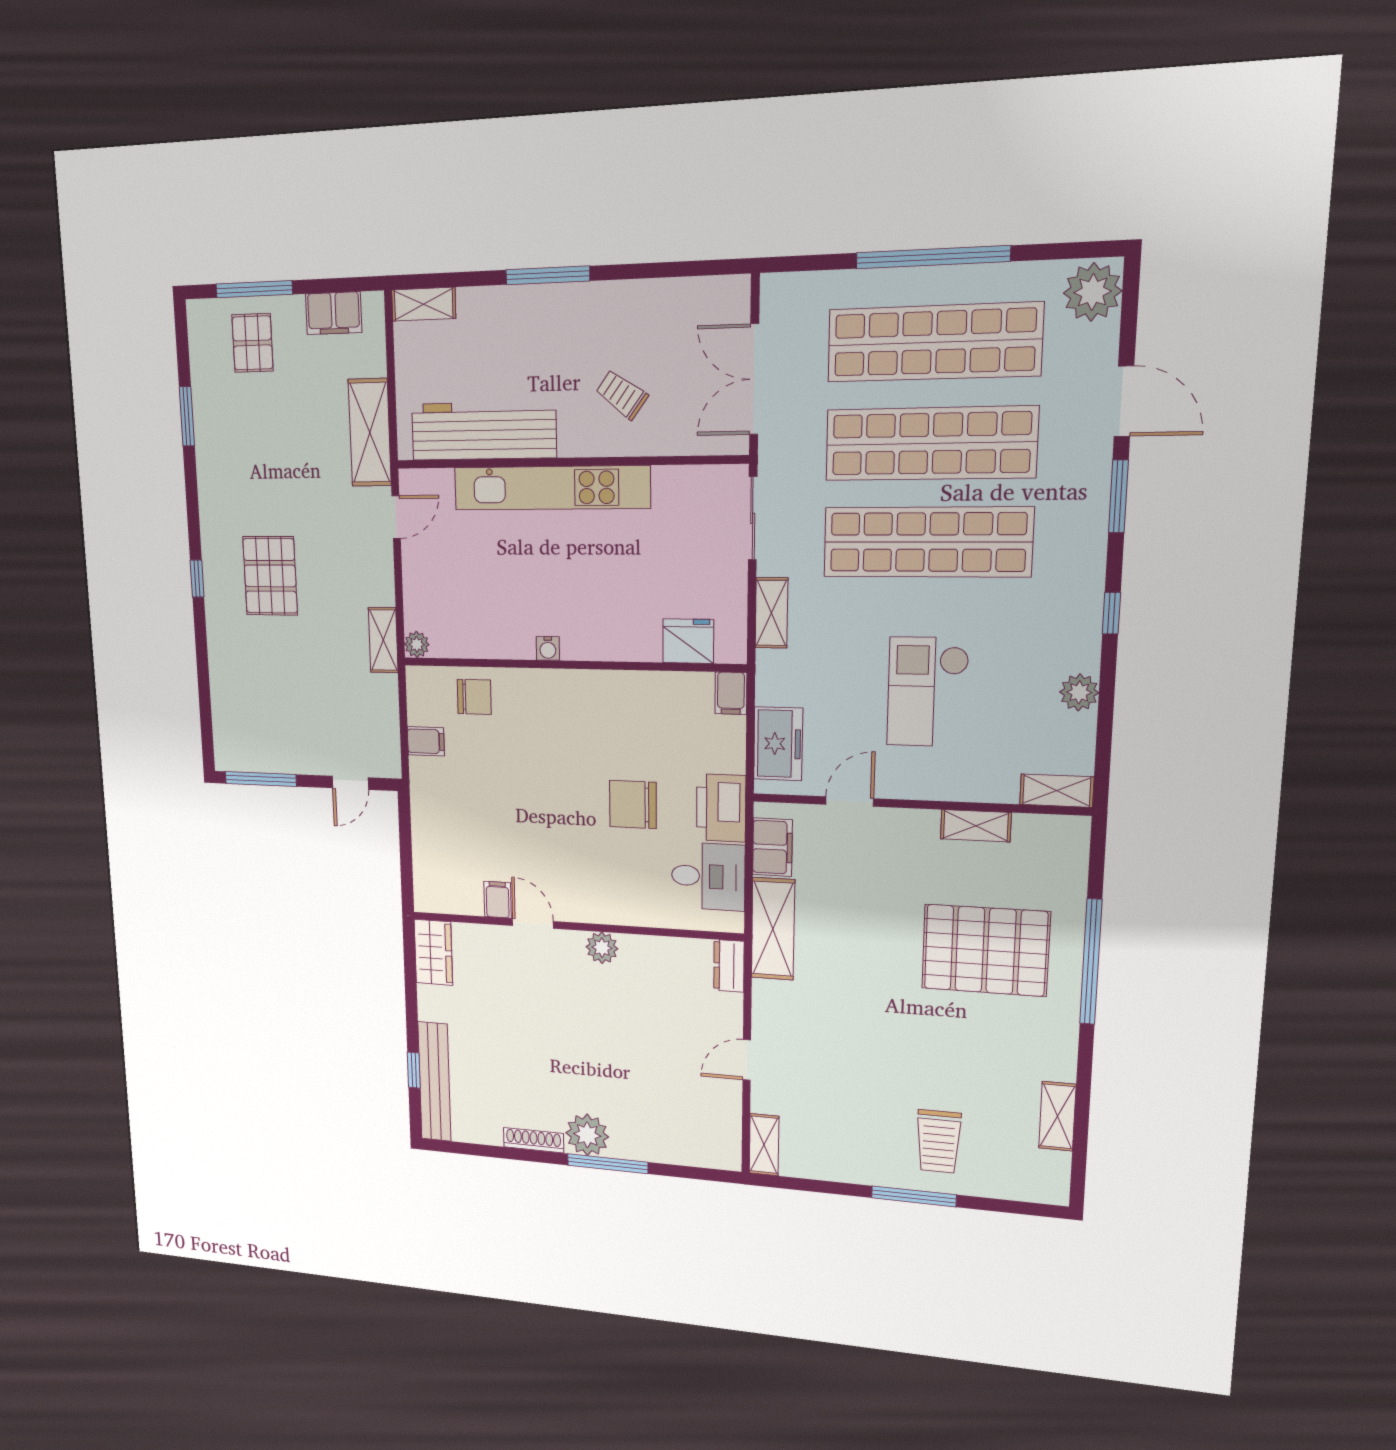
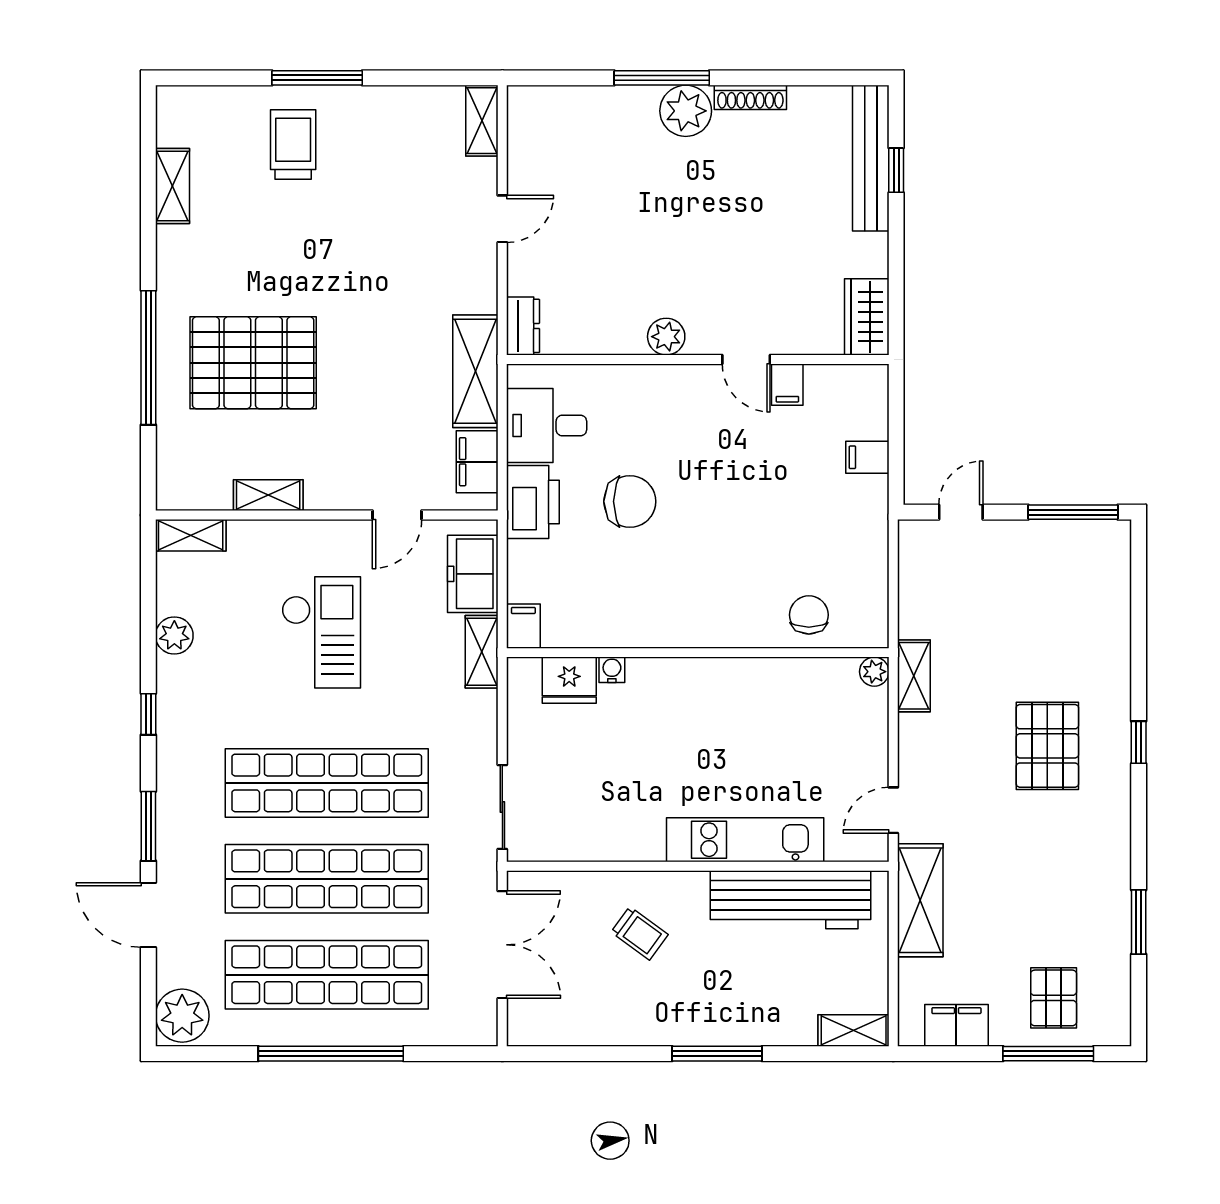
kitchen unit: (551, 488) -> (745, 840), width x0.73
shelving: (771, 613) -> (482, 652), moved
water cooler: (548, 648) -> (612, 670), moved
chair: (474, 697) -> (809, 615), turned 90
filing cabinet: (426, 741) -> (867, 457), moved

